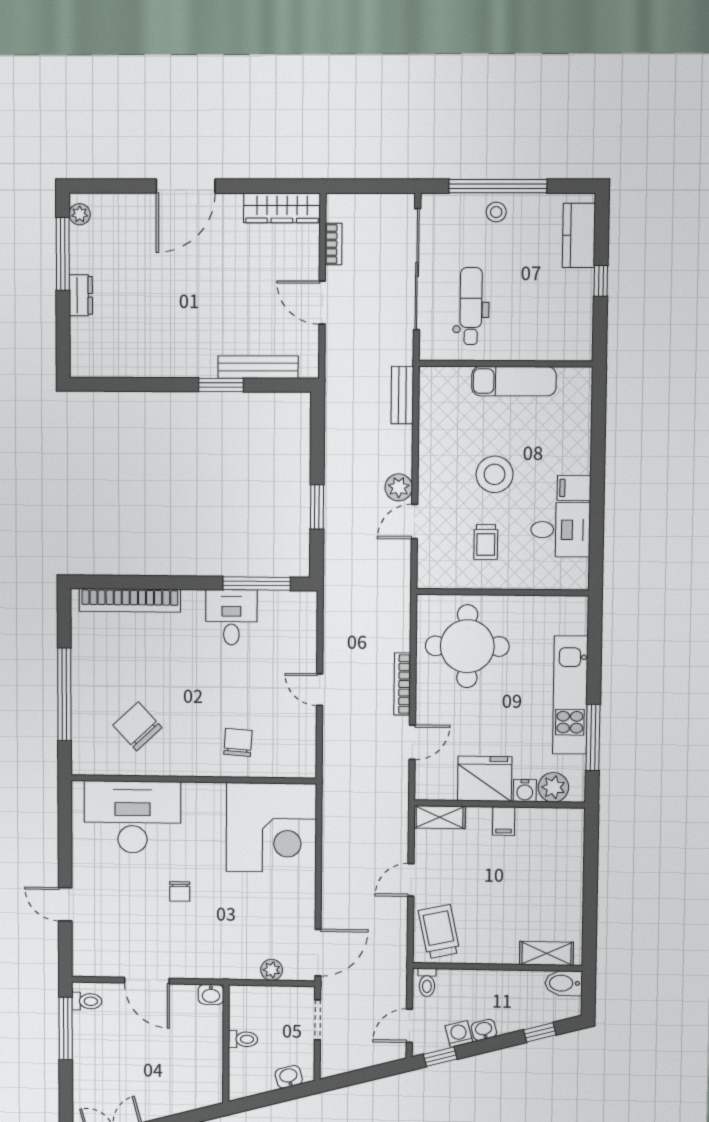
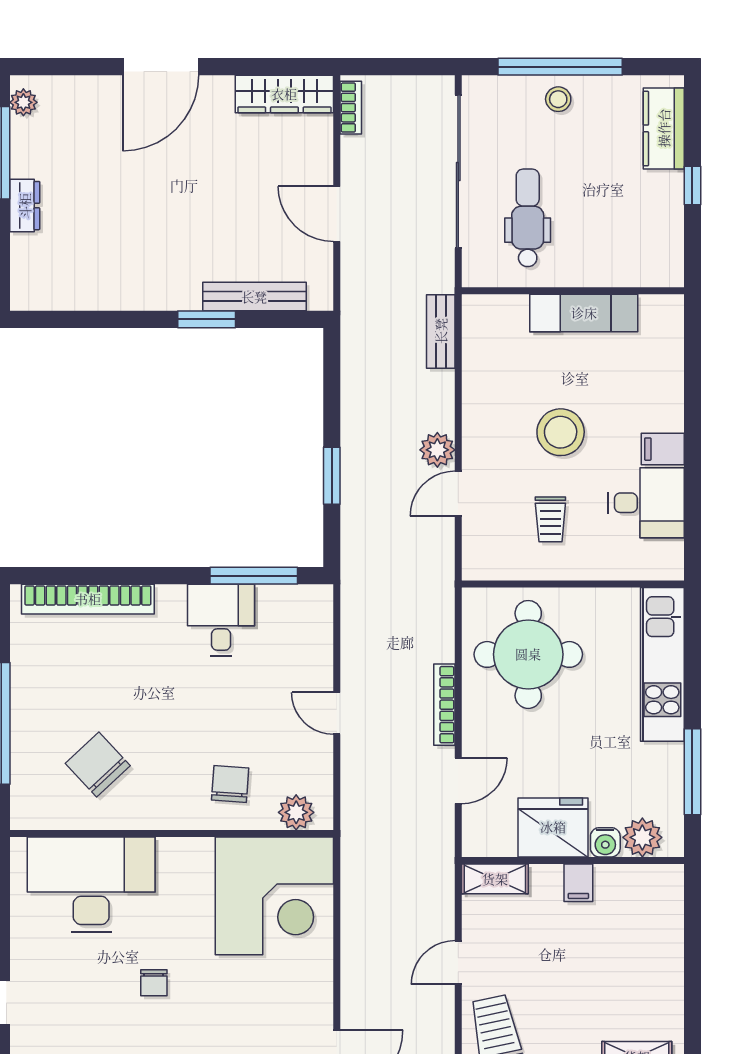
bookcase: (333, 244) -> (351, 108), moved
kitchen unit: (570, 695) -> (662, 664), moved
plant: (288, 765) -> (296, 812), added

